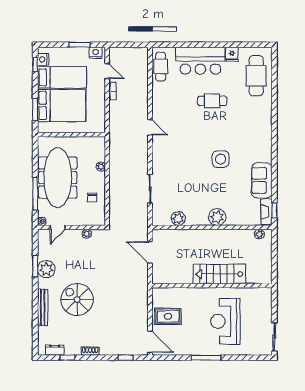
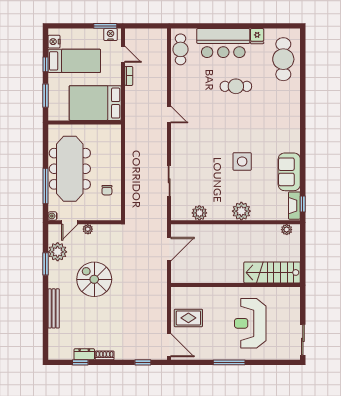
window: (79, 45) -> (105, 26), moved
window: (35, 64) -> (46, 64), moved
bed: (62, 105) -> (95, 103), moved, turned 180
side table: (221, 159) -> (242, 161), moved
plant: (101, 167) -> (116, 157), removed
plant: (87, 234) -> (88, 229), moved
door: (150, 252) -> (169, 249), swing flipped
plant: (46, 269) -> (58, 252), moved
stairs: (219, 274) -> (272, 272), moved
spiral stairs: (77, 300) -> (94, 279), moved
dresser: (55, 350) -> (84, 354), moved

